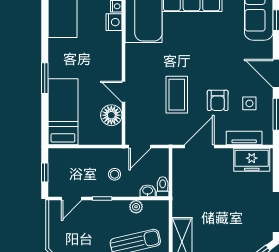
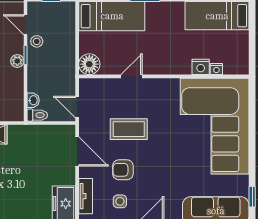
floor lamp: (111, 115) -> (89, 64), moved
door: (140, 146) -> (77, 107), moved
stool: (115, 174) -> (37, 41), moved
plant: (136, 207) -> (17, 61), moved

